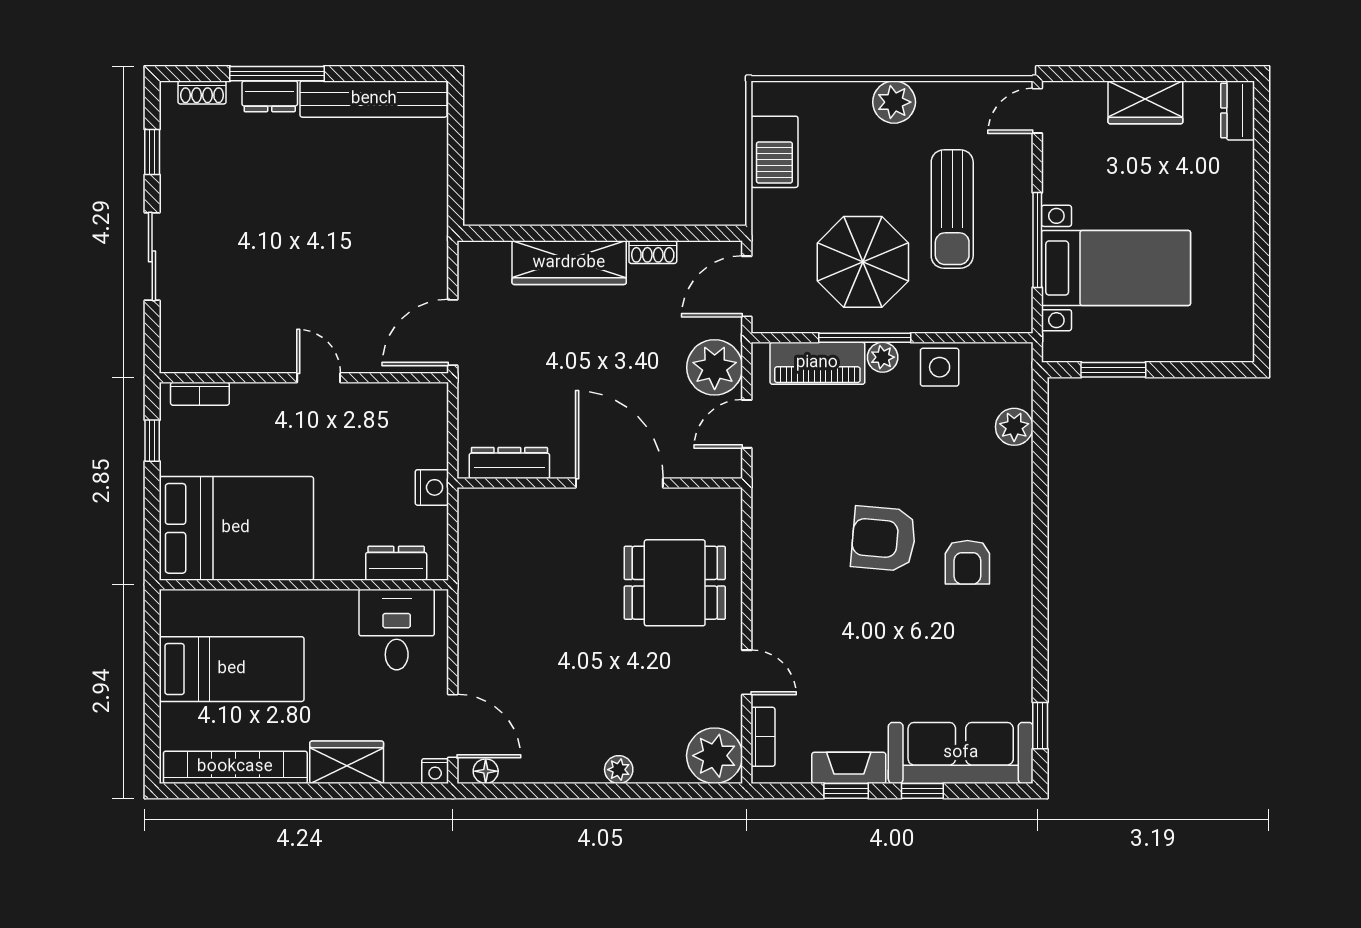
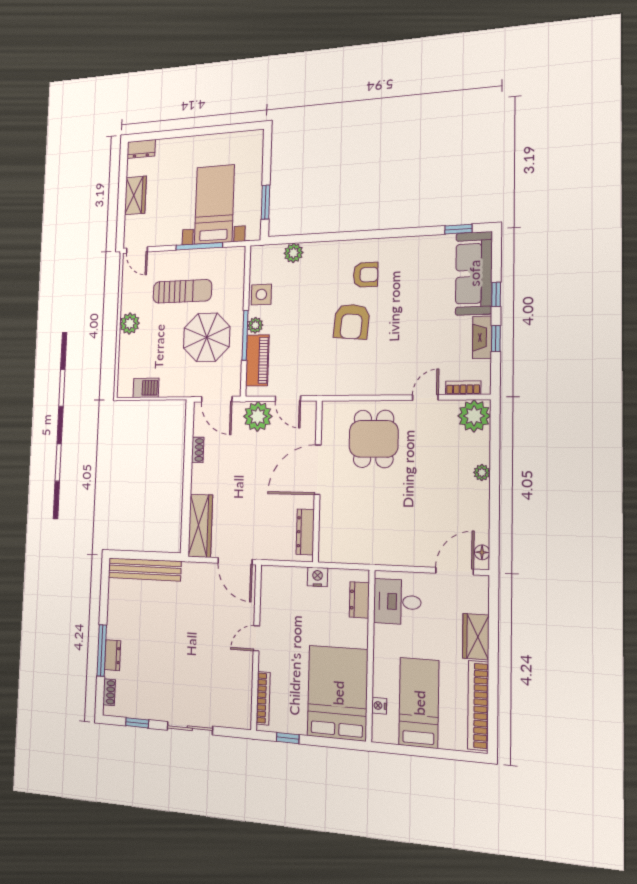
bench: (374, 99) -> (144, 569), moved, turned 90
barbecue: (774, 152) -> (146, 388), width x0.73, depth x0.79
wardrobe: (569, 263) -> (200, 526), moved
bookcase: (200, 394) -> (263, 698), width x1.56
nightstand: (435, 771) -> (379, 706), moved, turned 180

